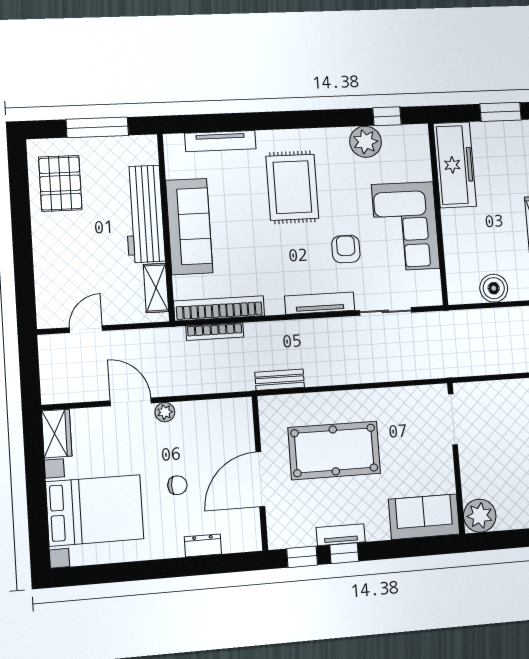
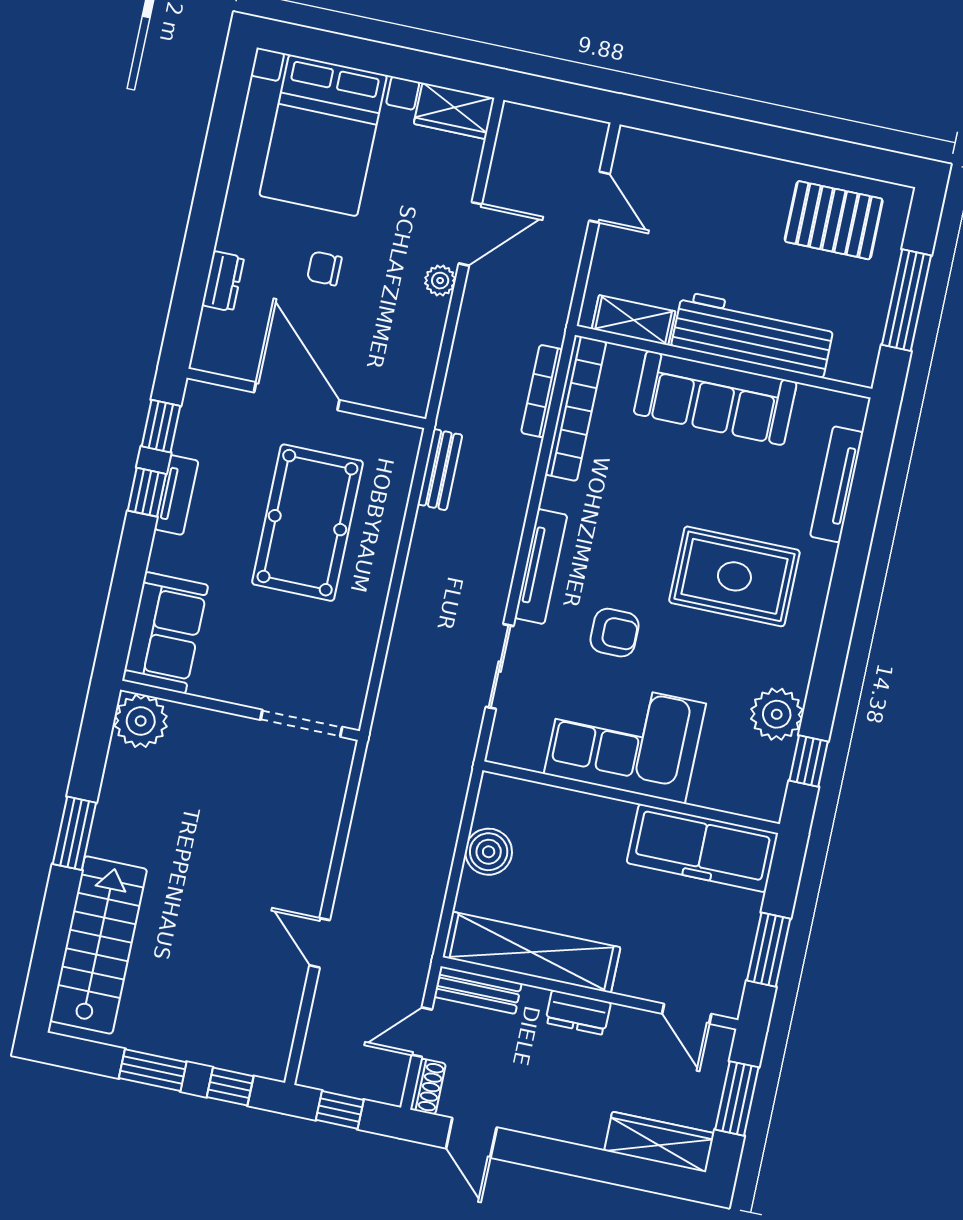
chair: (177, 485) -> (324, 268), turned 90

